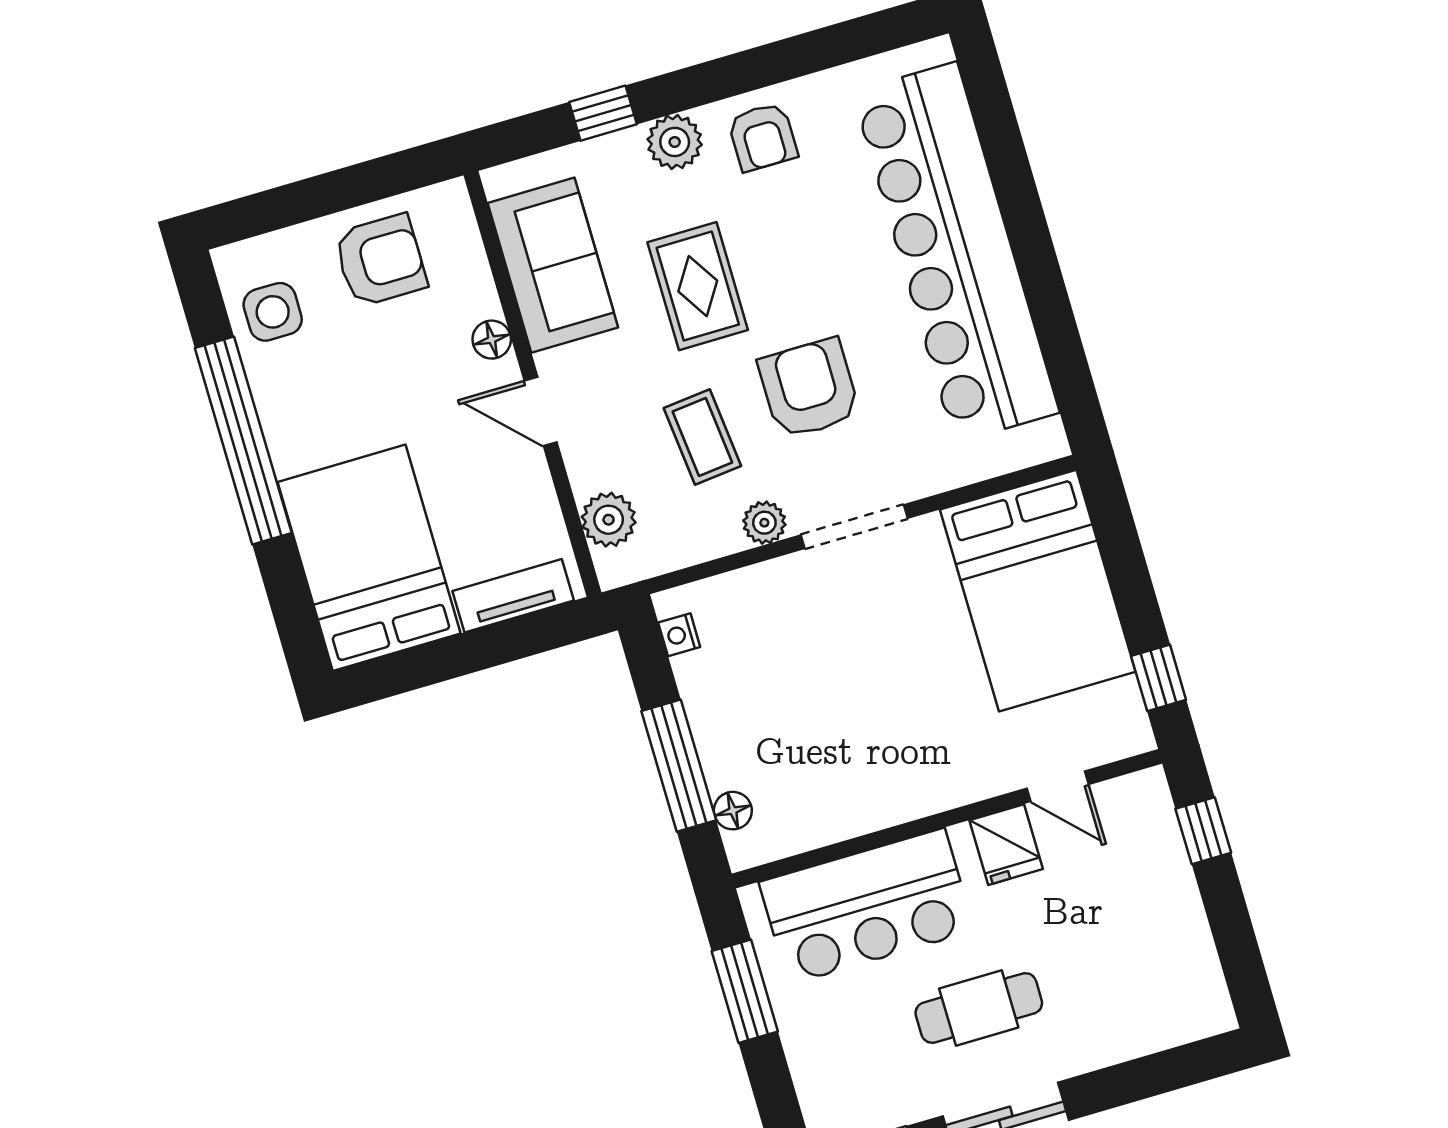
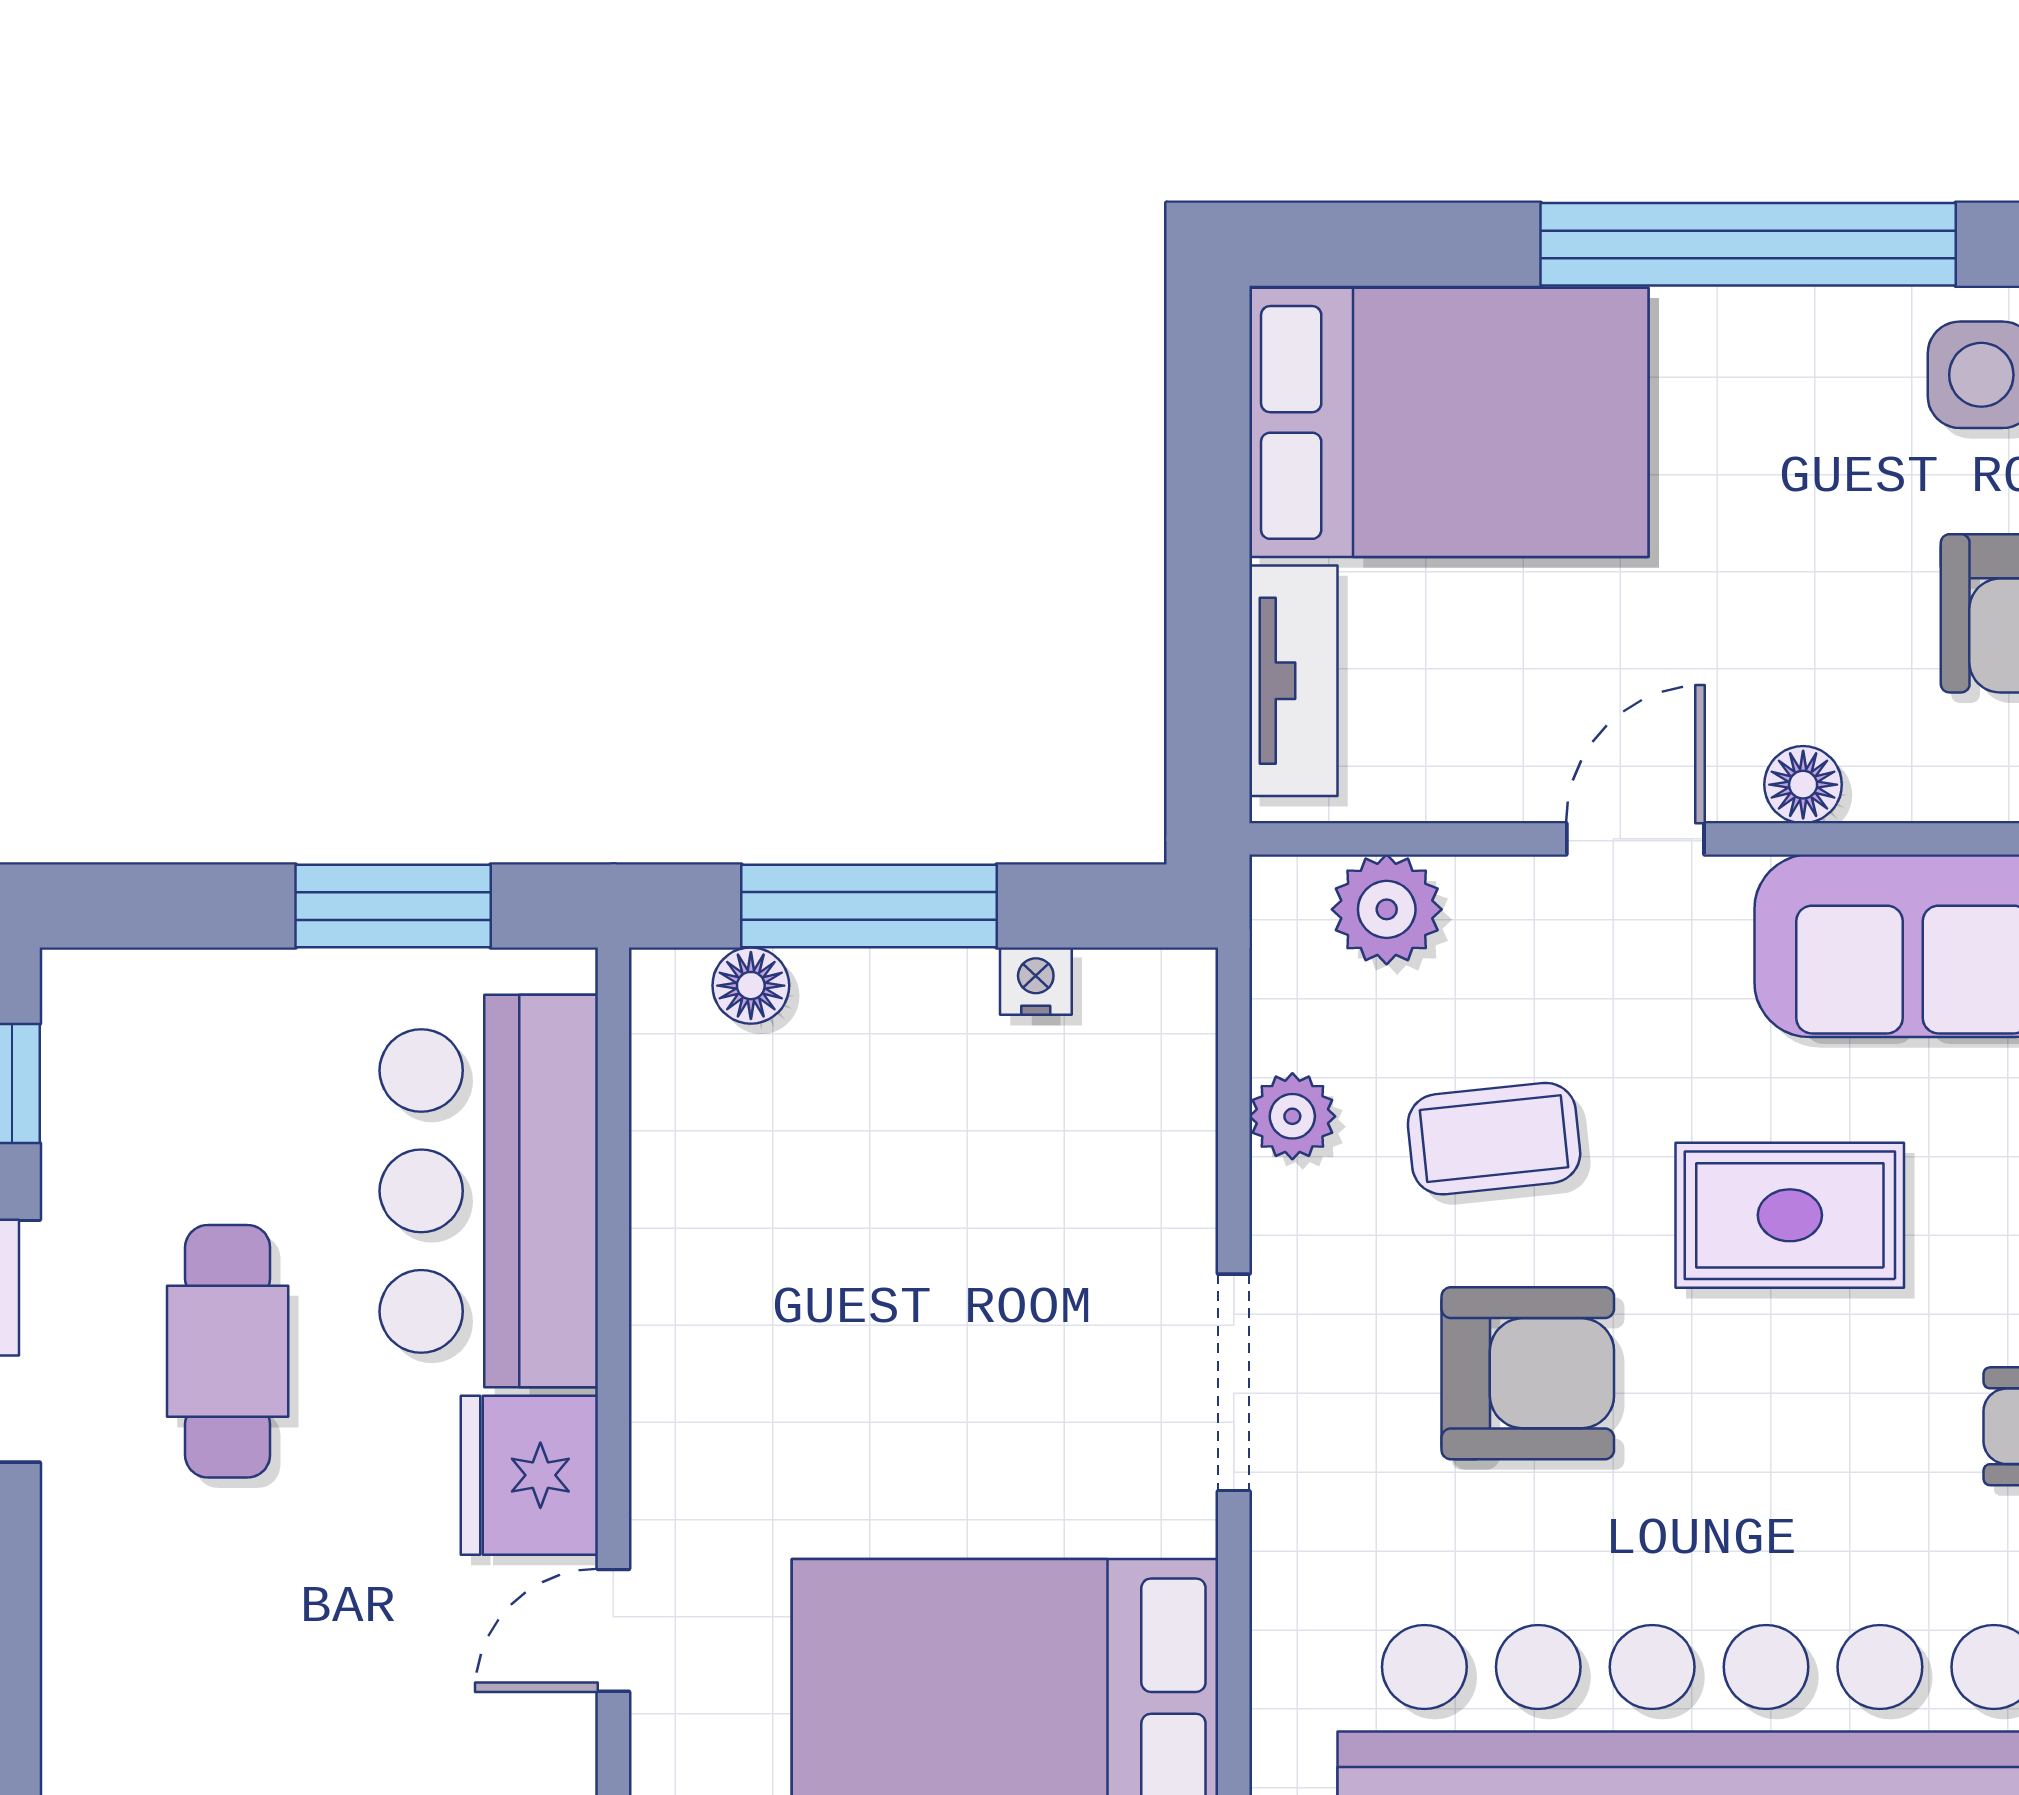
plant: (764, 523) -> (1292, 1116), moved
nightstand: (679, 635) -> (1036, 981), moved
fridge: (1006, 845) -> (529, 1475), width x1.38

